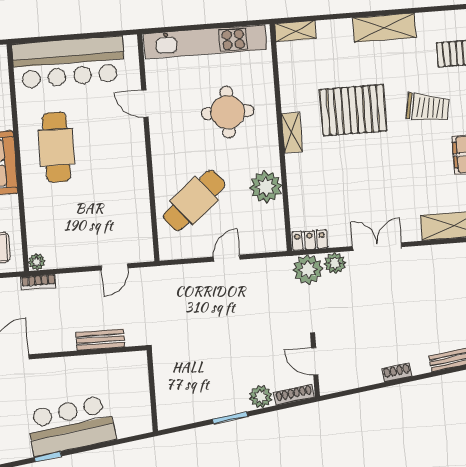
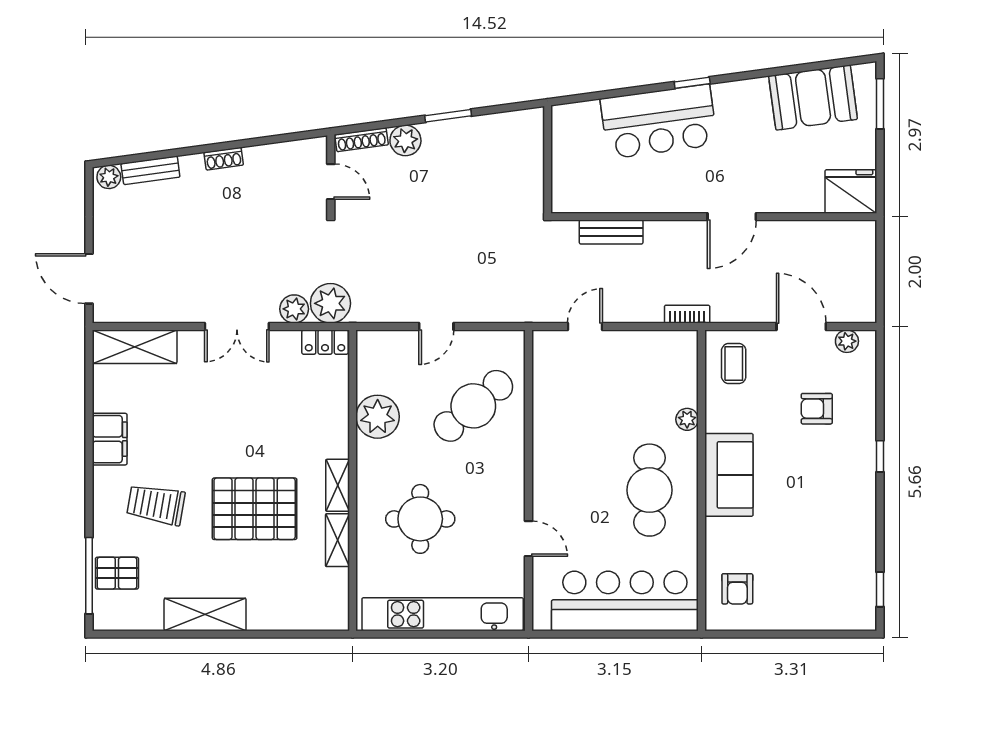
shelving: (295, 31) -> (337, 540), moved, turned 90
plant: (37, 262) -> (687, 419), moved

